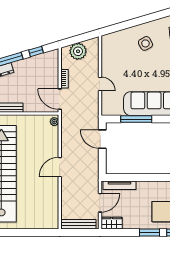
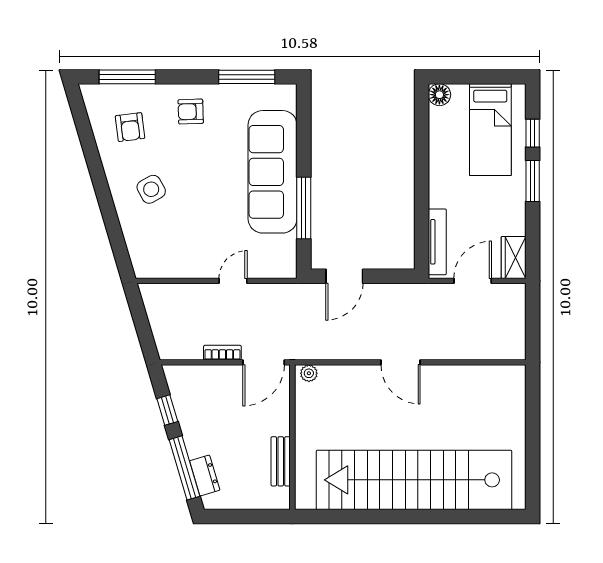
plant: (78, 51) -> (167, 325), removed
door: (100, 203) -> (473, 281), hinge flipped
bench: (78, 224) -> (516, 325), removed

